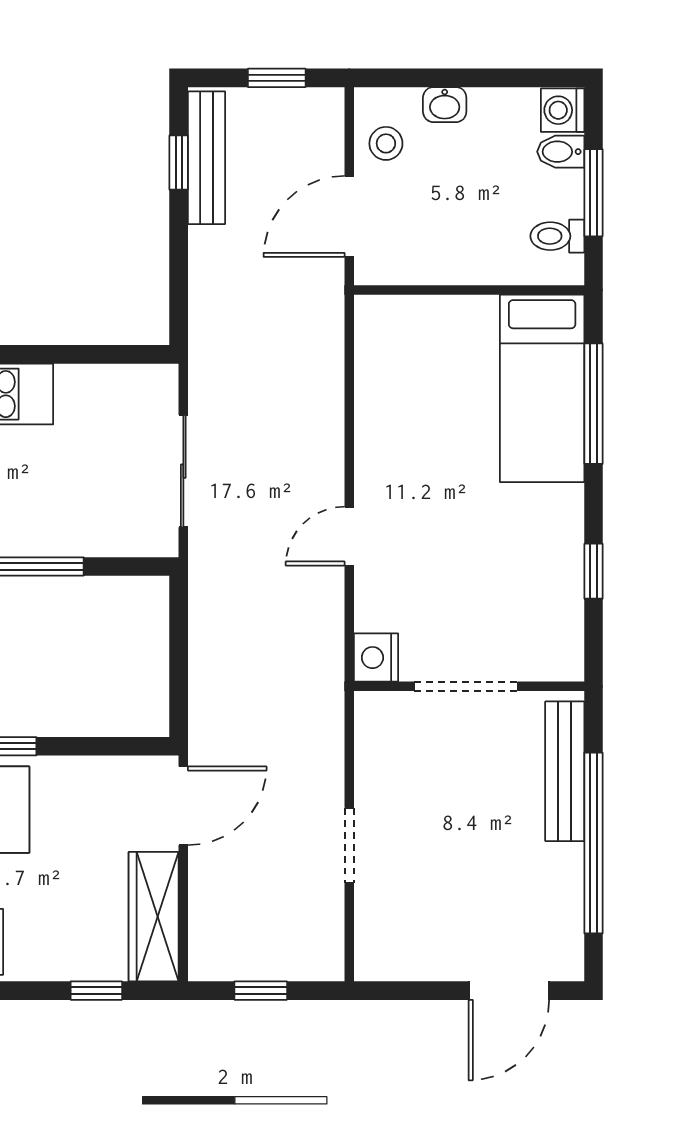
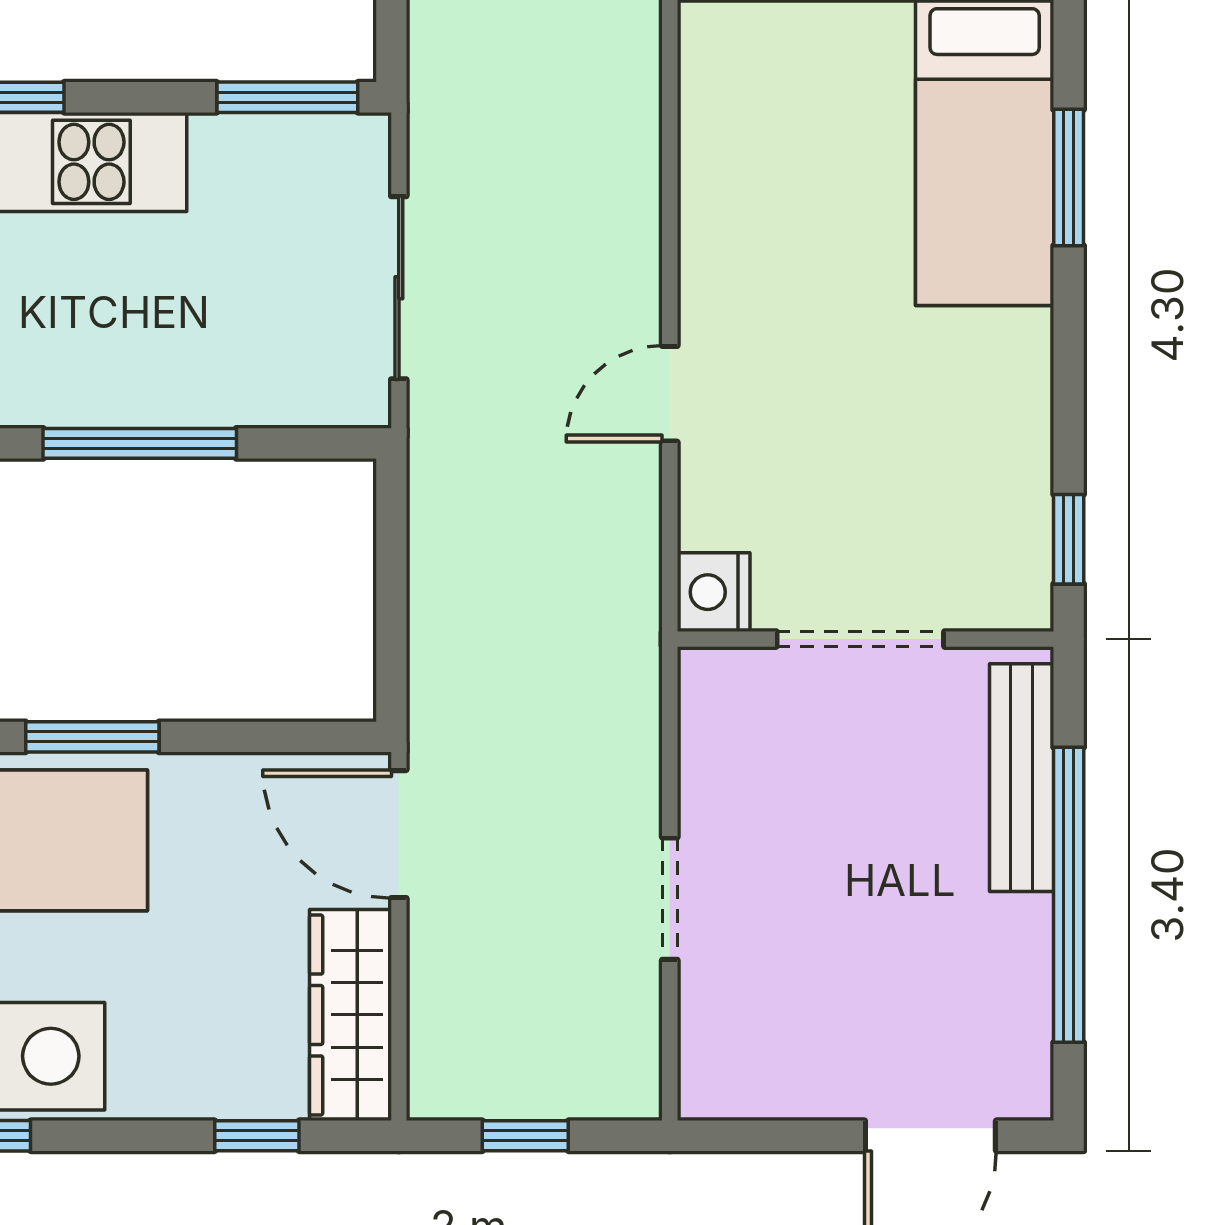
window: (115, 354) -> (287, 97), added
window: (594, 404) -> (1069, 178), width x0.69
window: (594, 571) -> (1069, 539), moved
door: (183, 806) -> (399, 834), swing flipped

